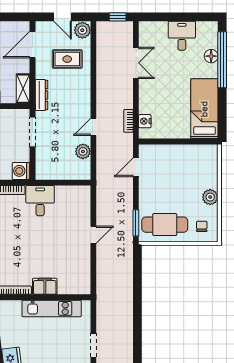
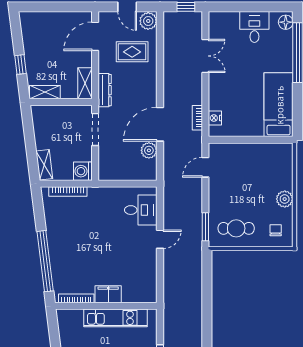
floor lamp: (211, 56) -> (286, 22), moved
door: (93, 127) -> (160, 124), width x1.88
desk: (40, 201) -> (141, 210), moved, turned 90
cafe table: (165, 225) -> (236, 228), width x0.73, depth x0.74

